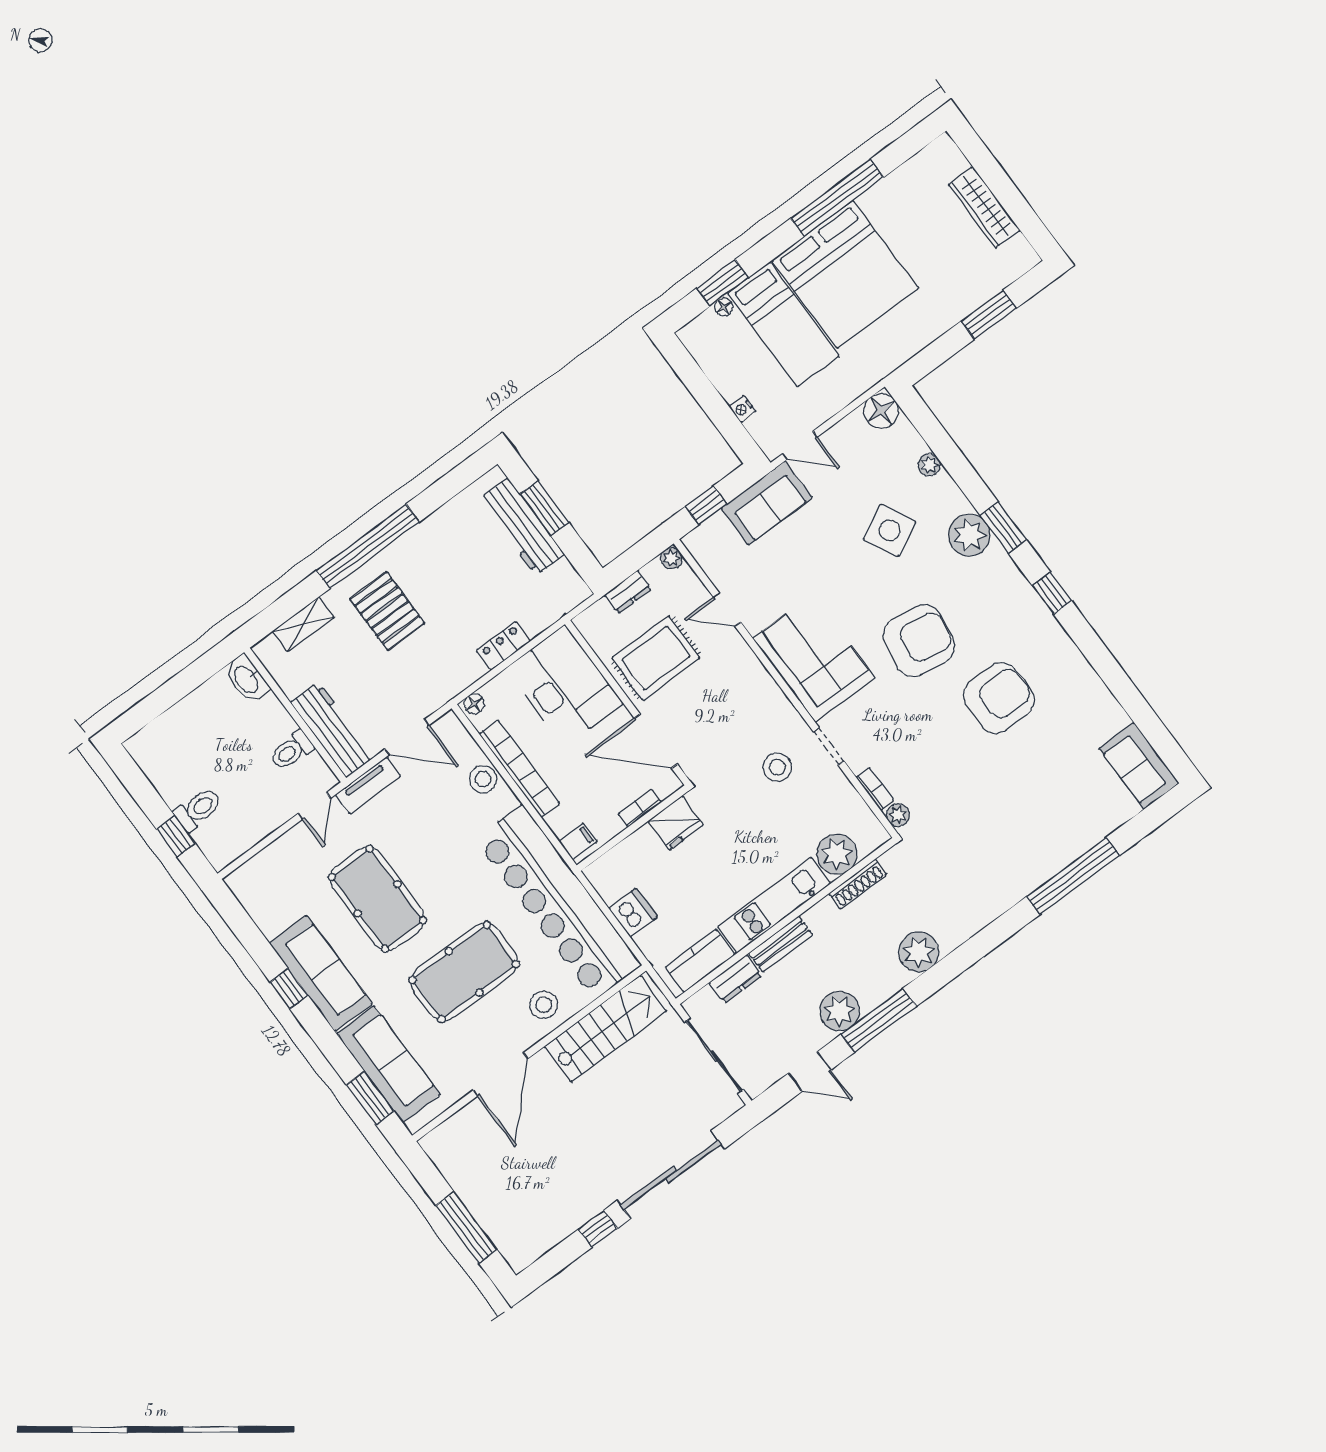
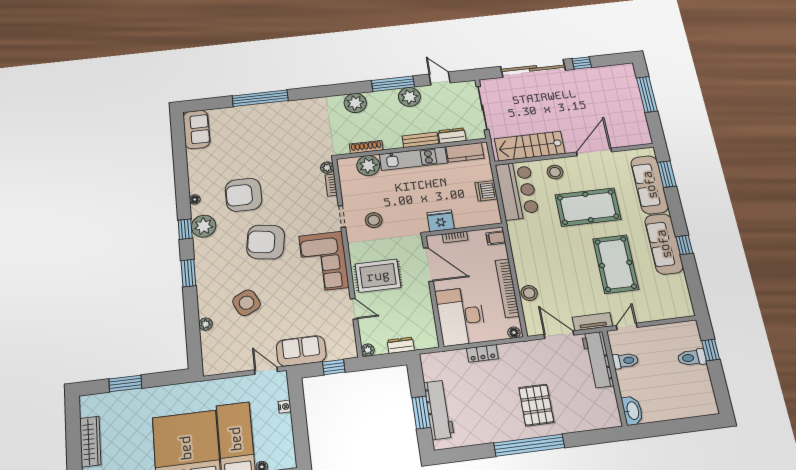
floor lamp: (881, 411) -> (195, 199), moved, width x0.53, depth x0.53
plant: (969, 535) -> (204, 226), moved
shelving: (303, 624) -> (586, 423), removed
rug: (656, 658) -> (378, 276), moved
bar counter: (558, 902) -> (517, 191), width x0.54

